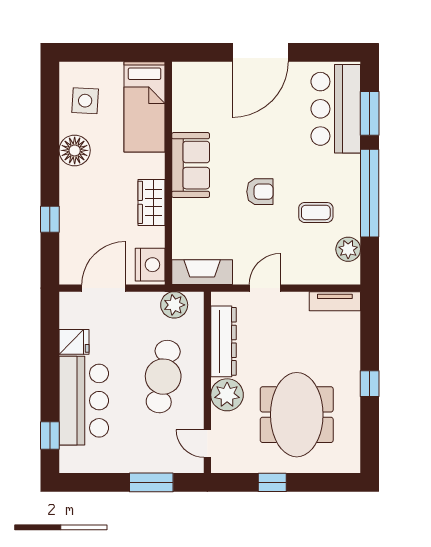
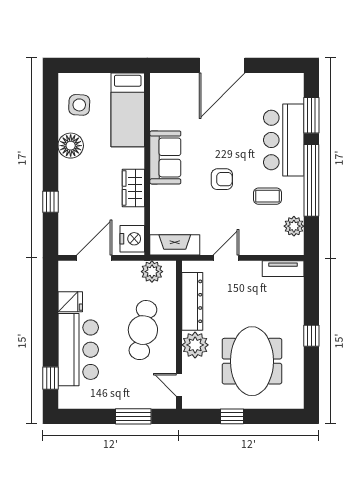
bar counter: (336, 109) -> (284, 140), moved

